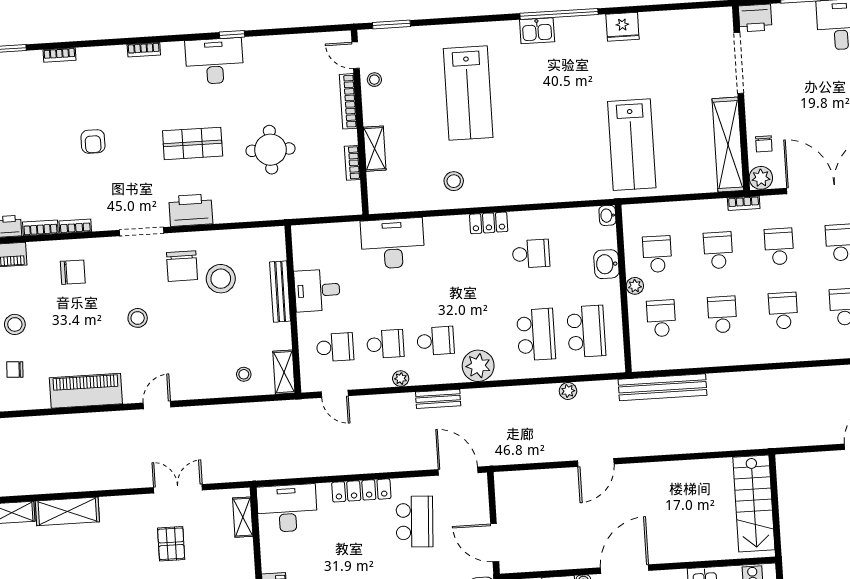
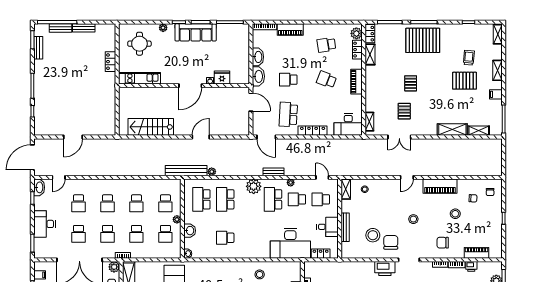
locker: (489, 223) -> (321, 254), moved
desk: (393, 243) -> (290, 243), width x1.36, depth x1.30
stool: (15, 324) -> (455, 214), moved
school desk: (436, 341) -> (273, 199), width x1.85
bench: (663, 387) -> (186, 171), moved
stairs: (754, 503) -> (151, 127), moved, turned -90

